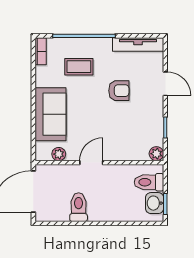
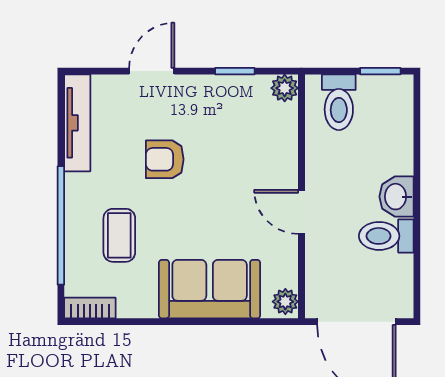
armchair: (119, 91) -> (165, 159), turned -90
plant: (59, 154) -> (285, 302), moved
washbasin: (155, 203) -> (397, 197), moved, turned 90

